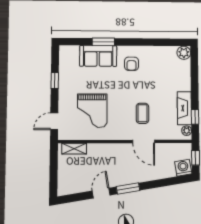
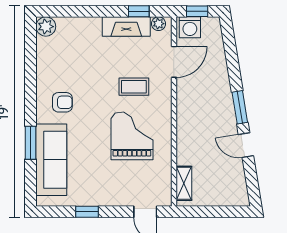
sofa: (98, 56) -> (51, 160), width x1.36
grand piano: (92, 111) -> (132, 136), moved, turned -90
door: (144, 142) -> (174, 62), moved
washing machine: (183, 168) -> (190, 27), moved, turned -81

